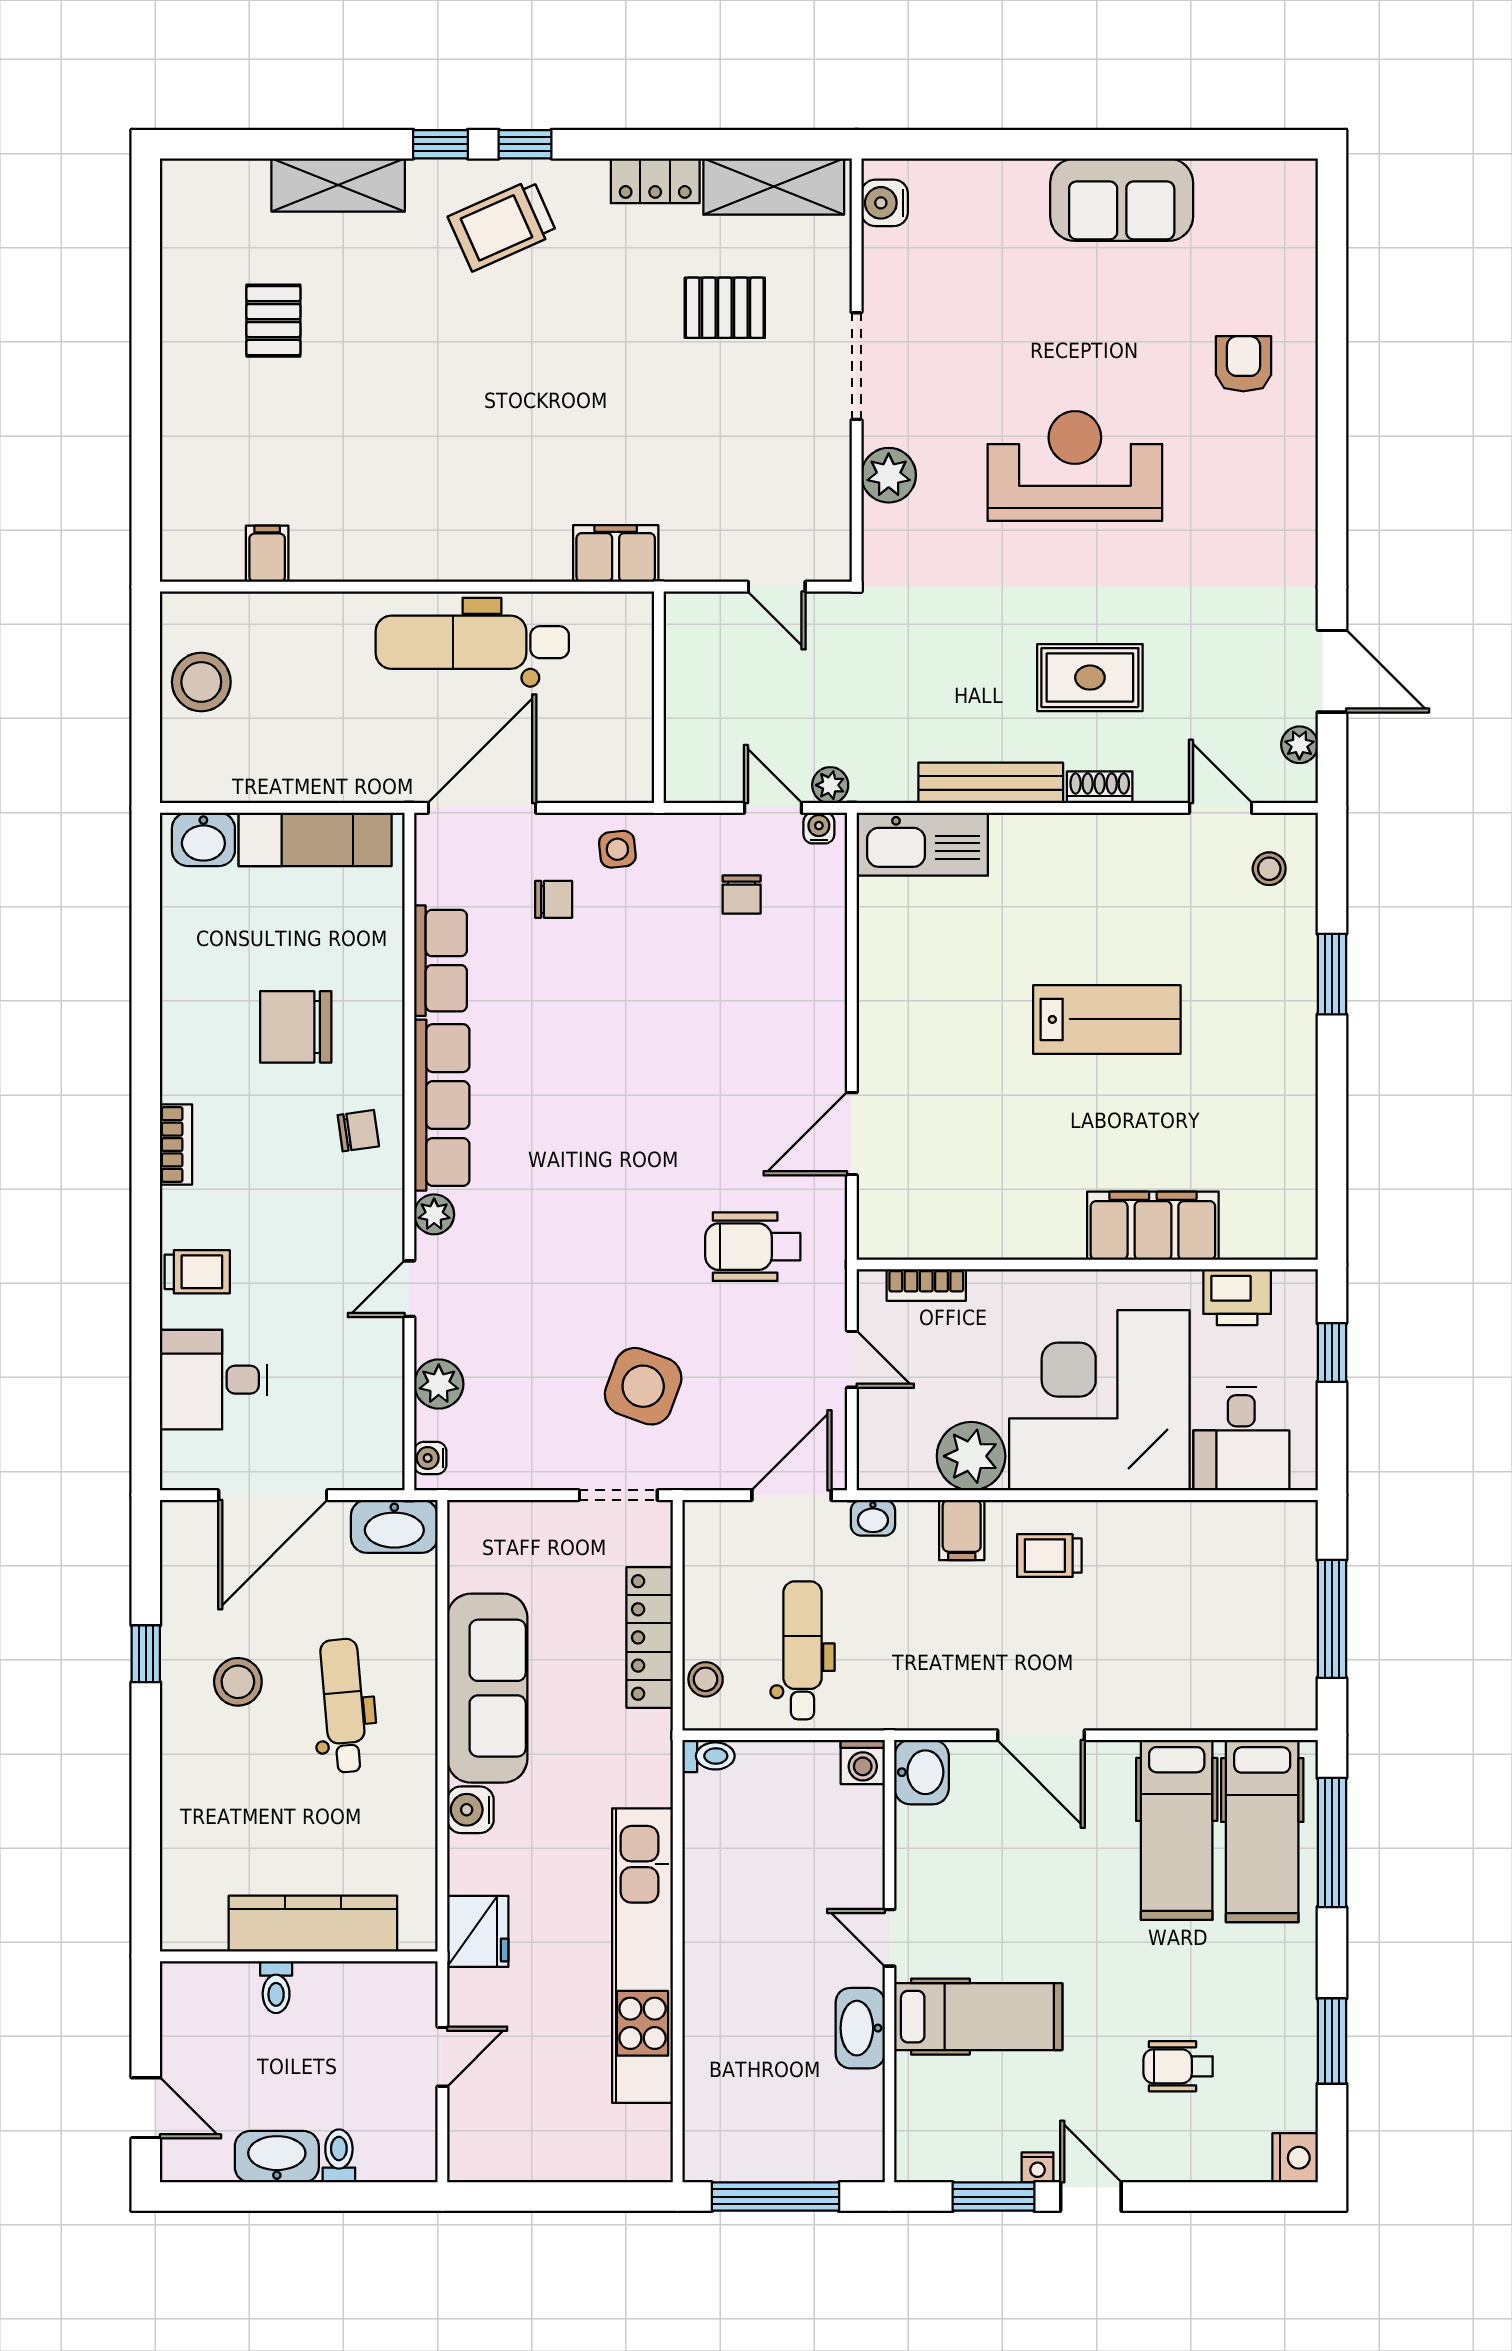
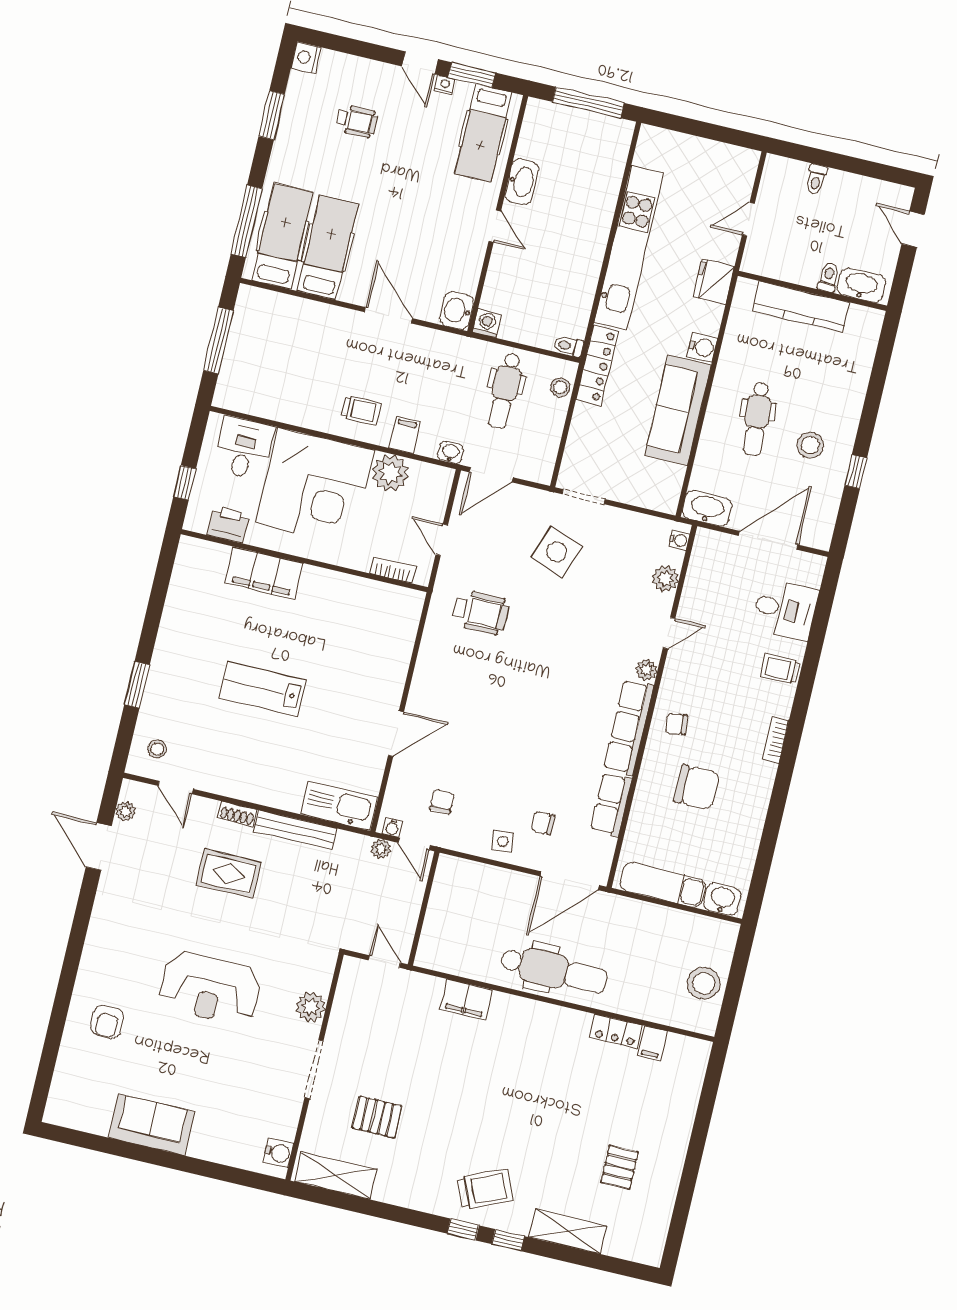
locker: (655, 181) -> (616, 1032), moved, turned 180
wall: (659, 697) -> (424, 908), moved
door: (852, 1134) -> (396, 734), moved
locker: (650, 1637) -> (597, 365), moved
hospital bed: (978, 2017) -> (483, 133), moved, turned -90
washbasin: (277, 2157) -> (861, 285), moved, turned 180

